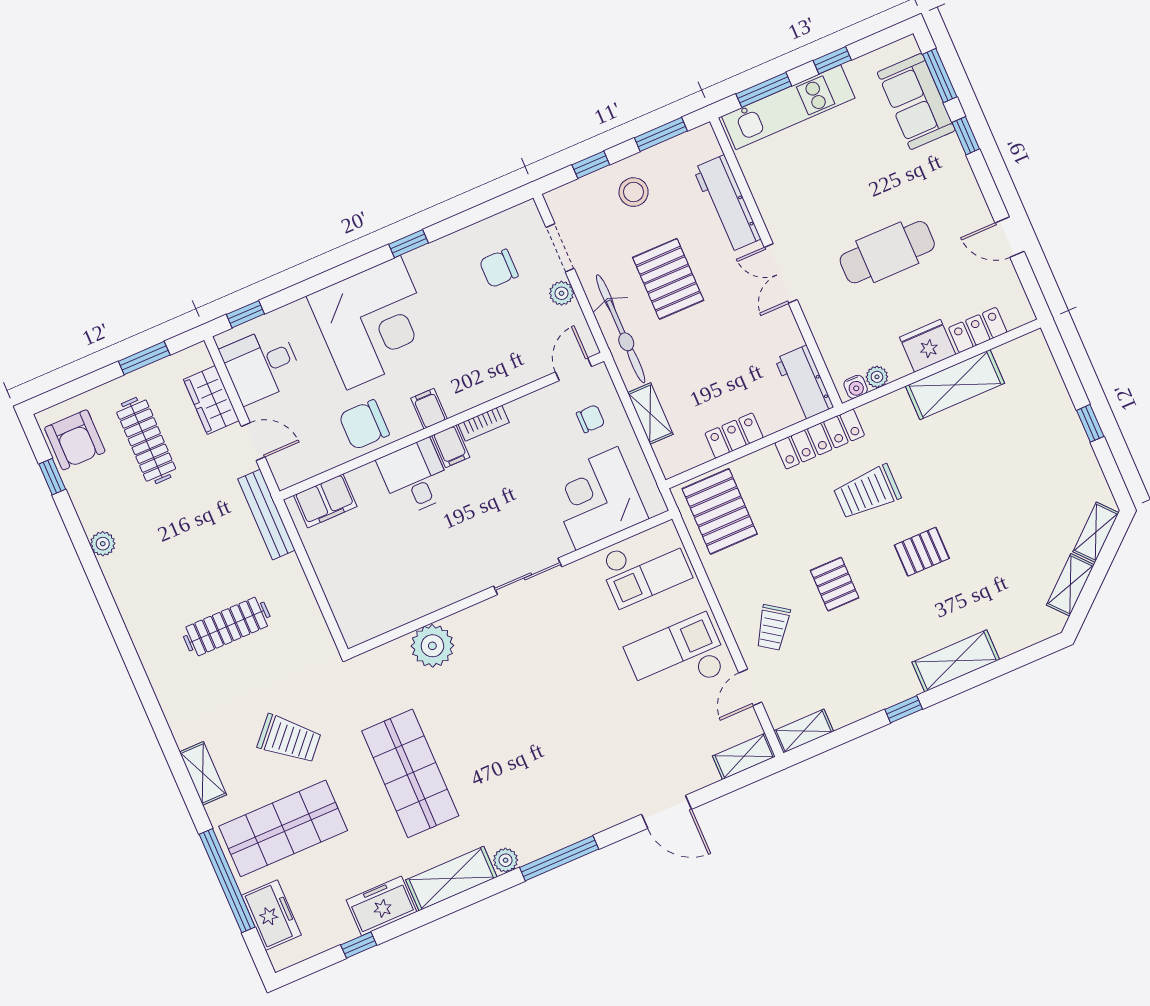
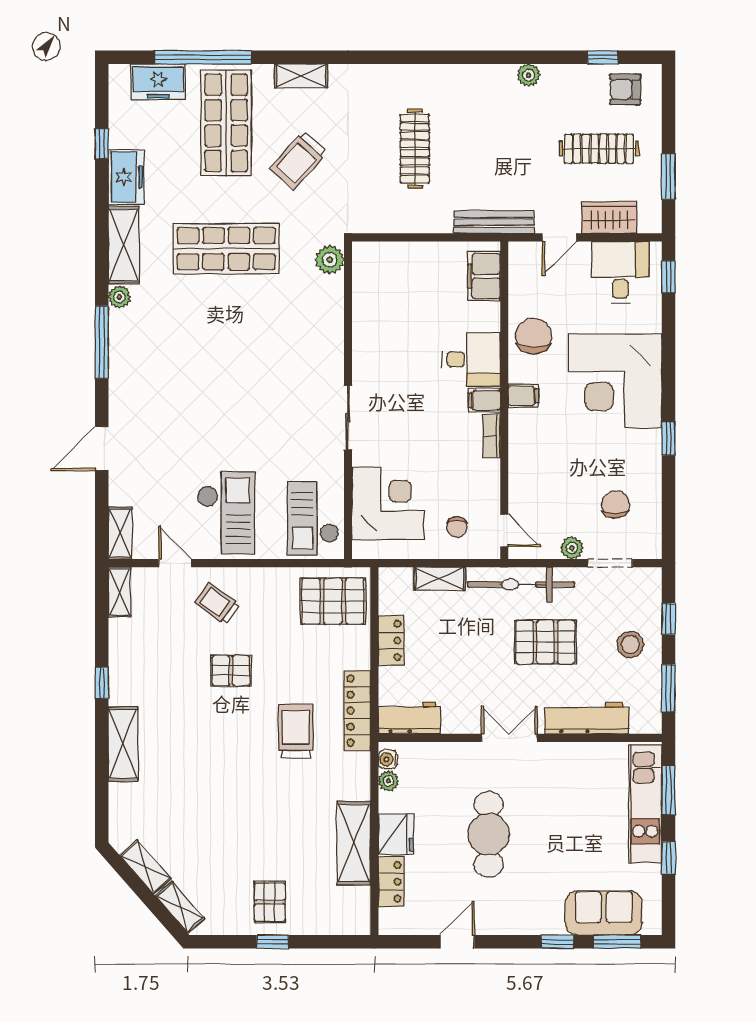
armchair: (75, 440) -> (625, 89), width x0.72, depth x0.72
pallet: (922, 552) -> (270, 902), moved
plant: (432, 646) -> (330, 260), moved, width x0.73, depth x0.73

